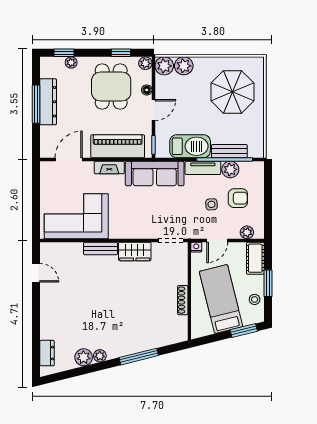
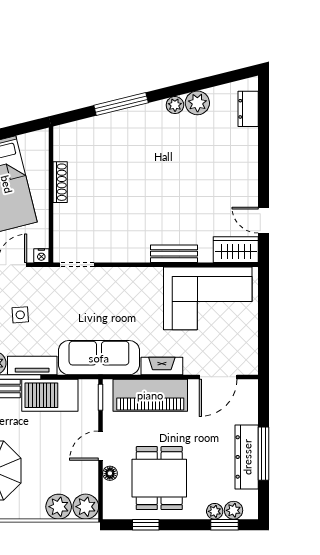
plant: (145, 63) -> (233, 510), moved
wardrobe: (135, 251) -> (236, 250), moved

